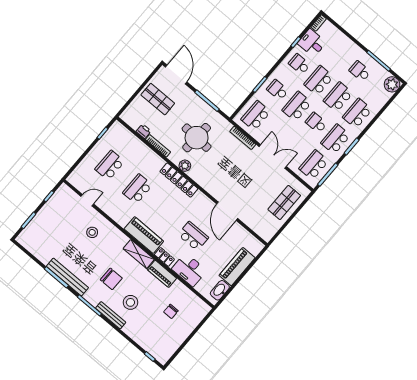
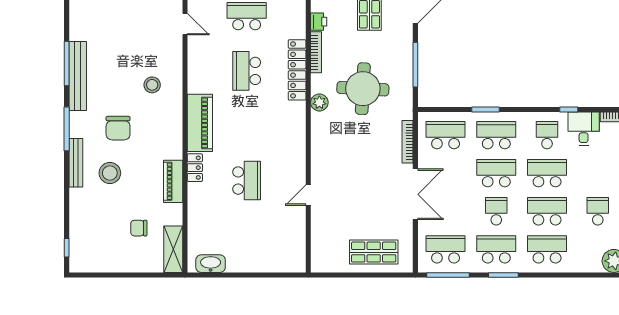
school desk: (278, 90) -> (496, 135), width x1.85
locker: (179, 180) -> (297, 70), moved
school desk: (138, 189) -> (247, 71), turned -90
door: (227, 211) -> (308, 195), width x0.53
stool: (92, 232) -> (152, 85), moved
shelving: (139, 254) -> (173, 249), moved
piano: (237, 267) -> (254, 260), removed
desk: (189, 270) -> (204, 209), removed

